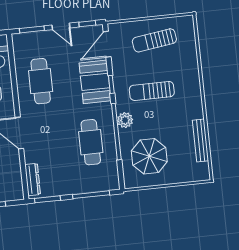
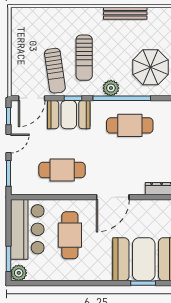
sun lounger: (154, 40) -> (55, 71), moved
door: (107, 44) -> (32, 98), hinge flipped
bench: (201, 140) -> (125, 13), moved

